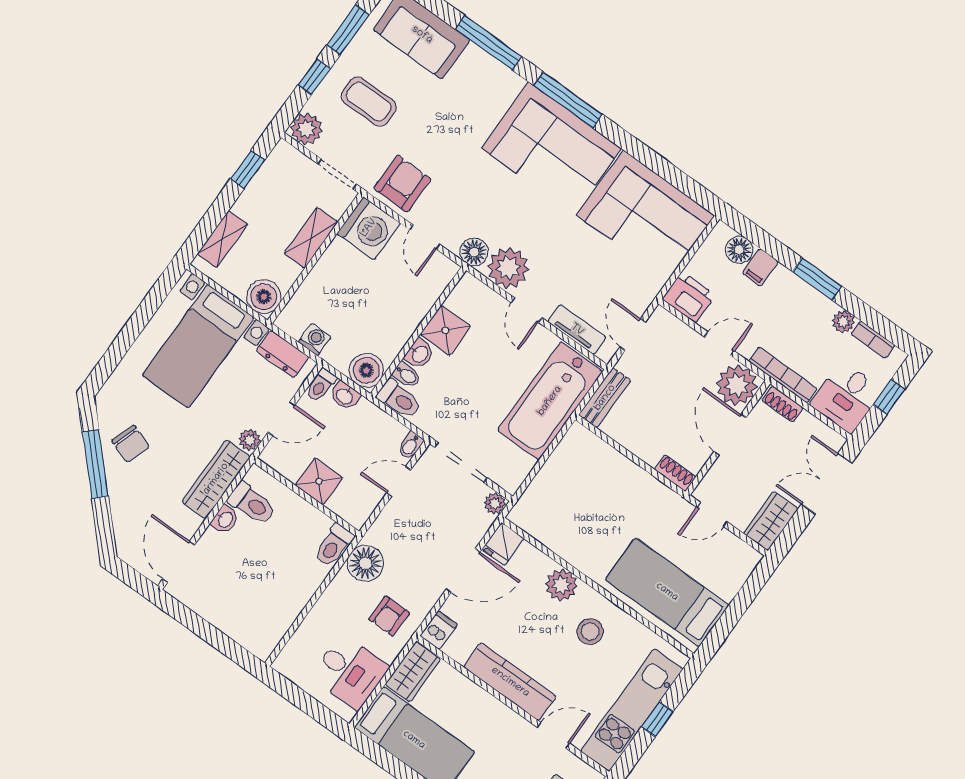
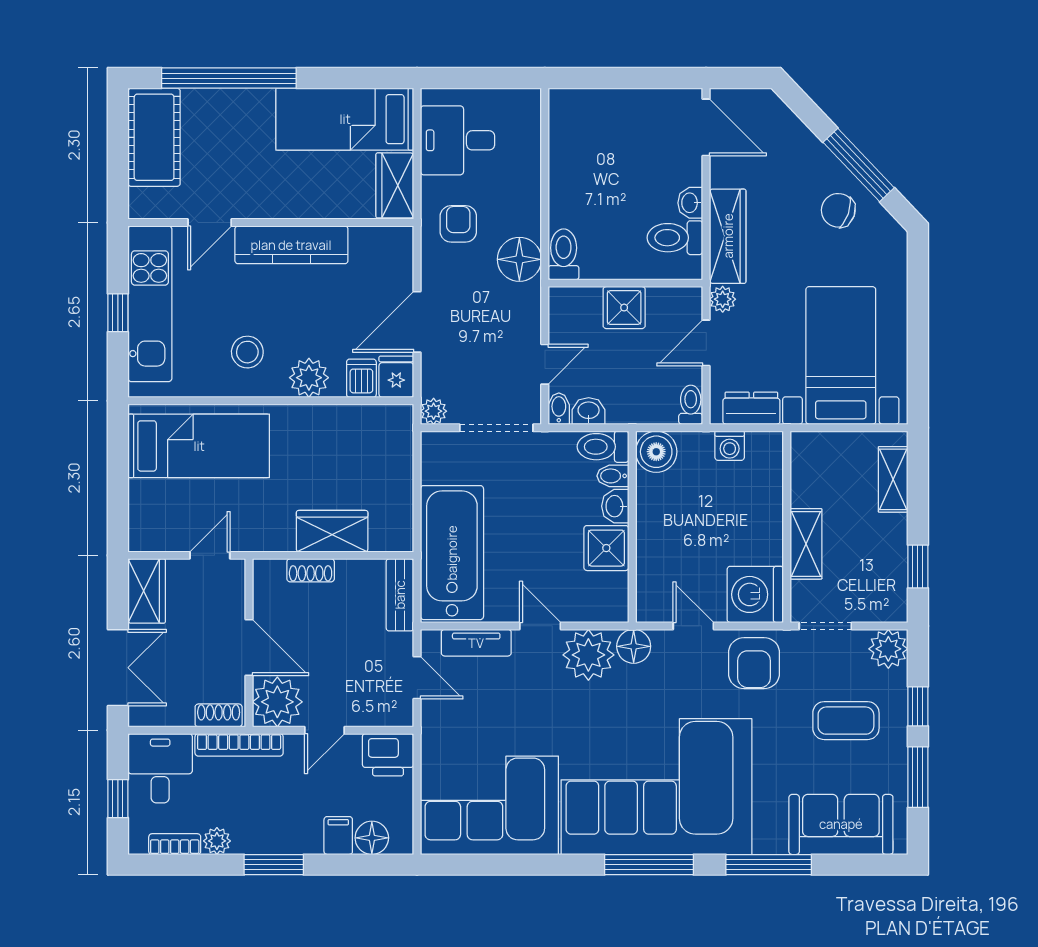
corner sofa: (551, 148) -> (656, 787), width x1.36, depth x1.36
boiler: (264, 297) -> (811, 452), removed
washbasin: (345, 396) -> (589, 411), moved
wardrobe: (619, 472) -> (332, 531), added
shoe rack: (675, 473) -> (311, 570), moved
dishwasher: (439, 630) -> (361, 378), moved, turned 180

